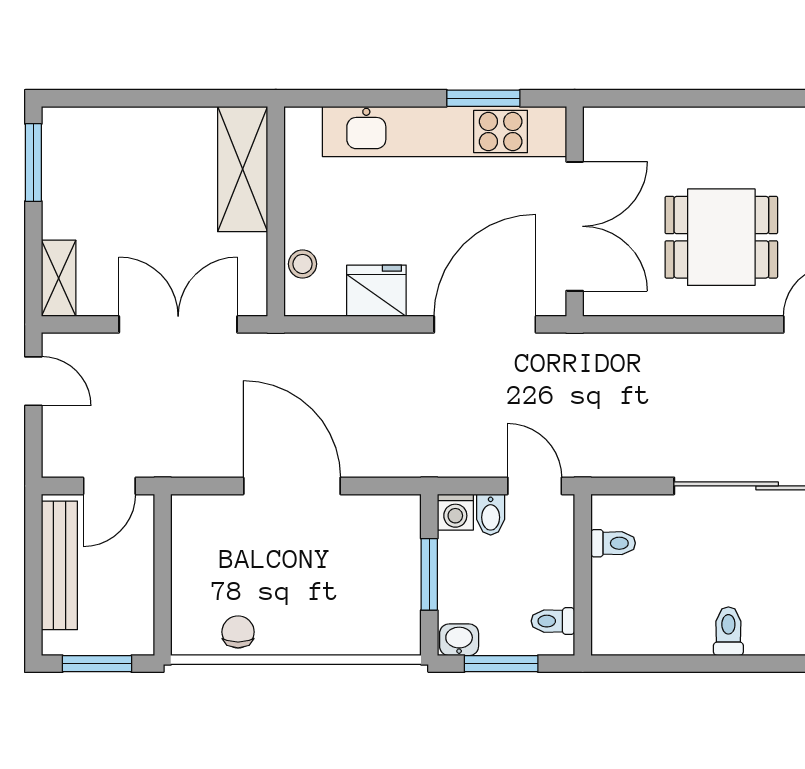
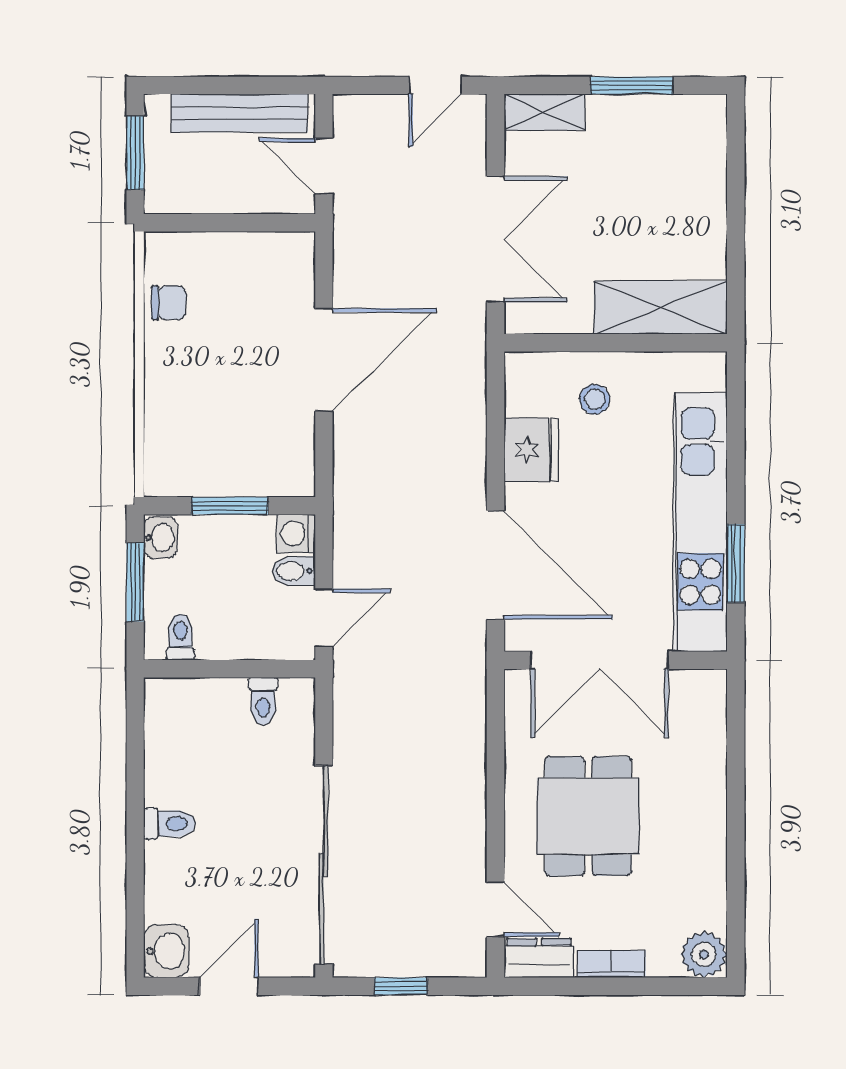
window: (33, 163) -> (632, 85), moved
stool: (303, 264) -> (595, 399), moved

